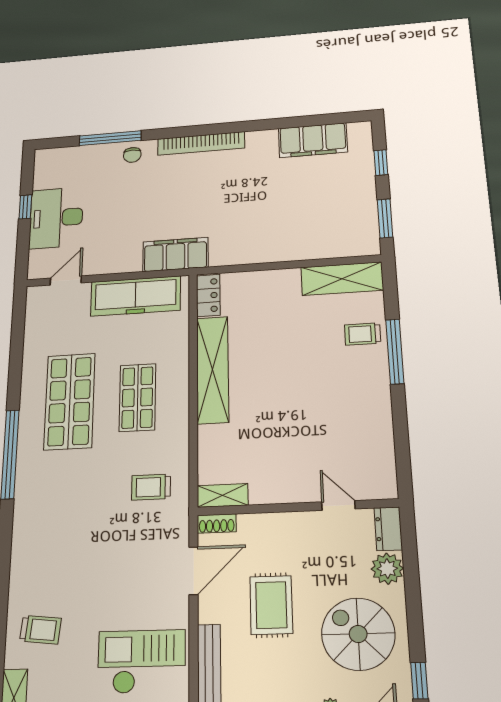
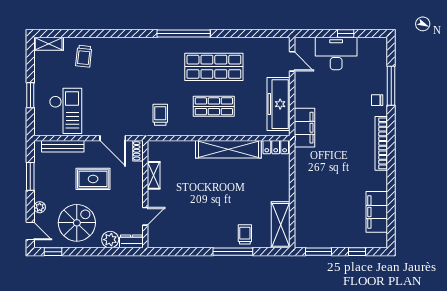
shelving: (223, 495) -> (154, 175), moved

